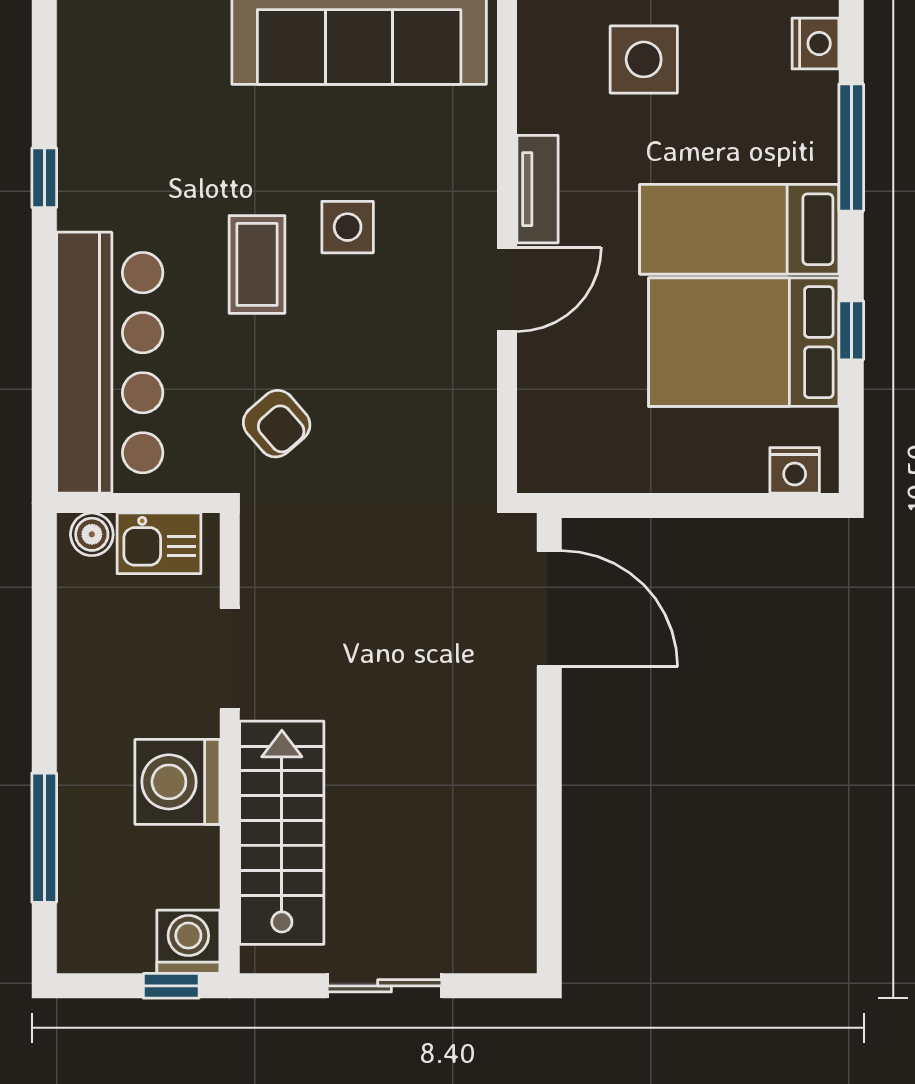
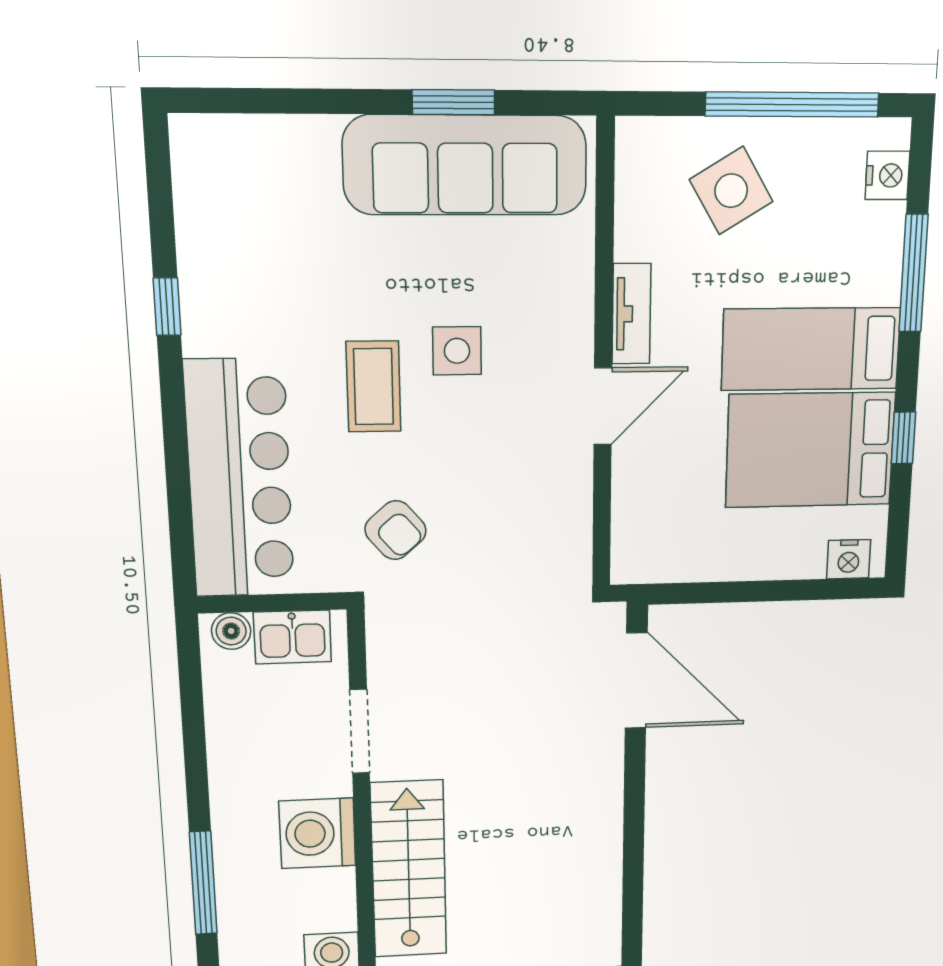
side table: (644, 59) -> (731, 191), turned -31

